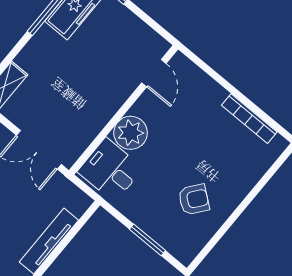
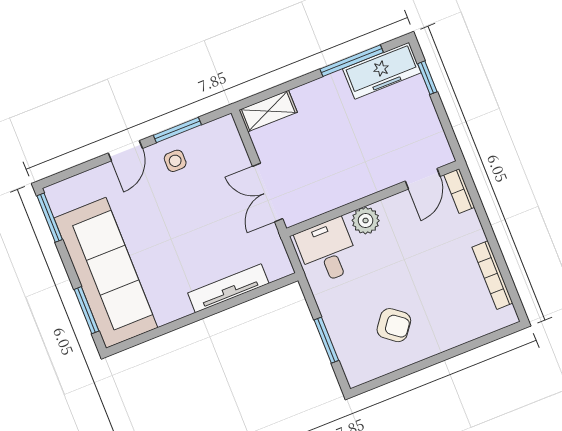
bookcase: (188, 67) -> (459, 191), added
plant: (131, 133) -> (366, 221), width x0.73, depth x0.73

